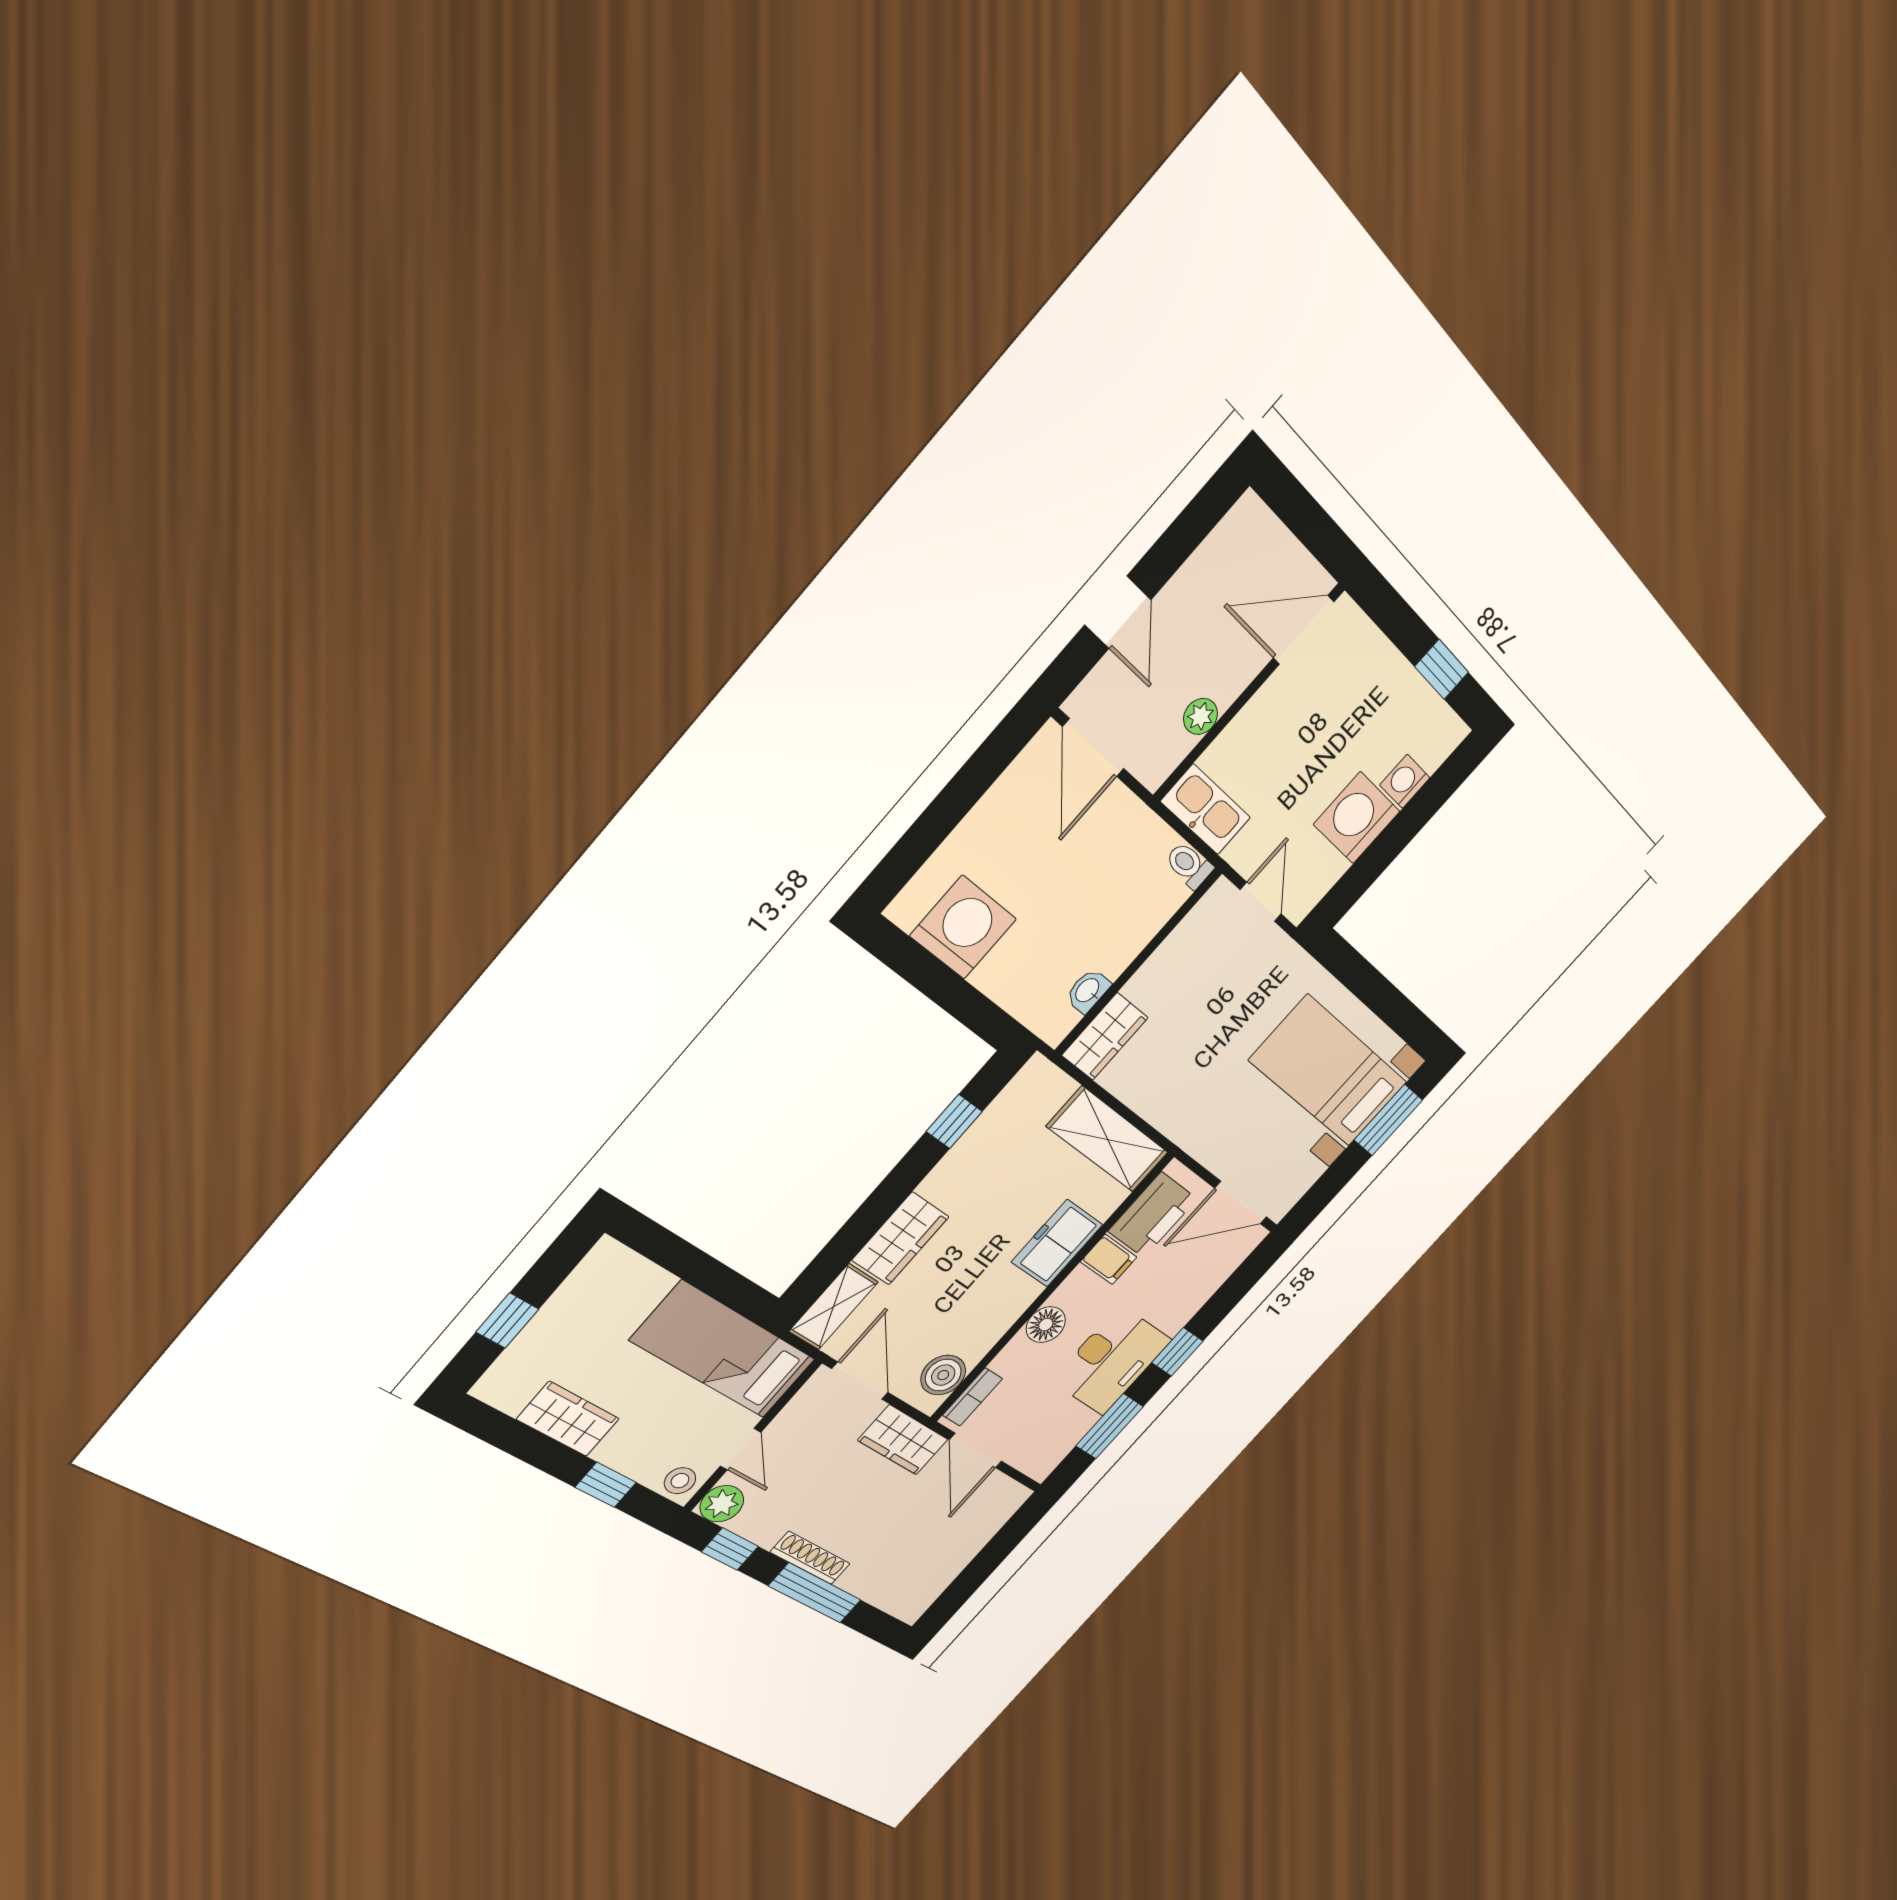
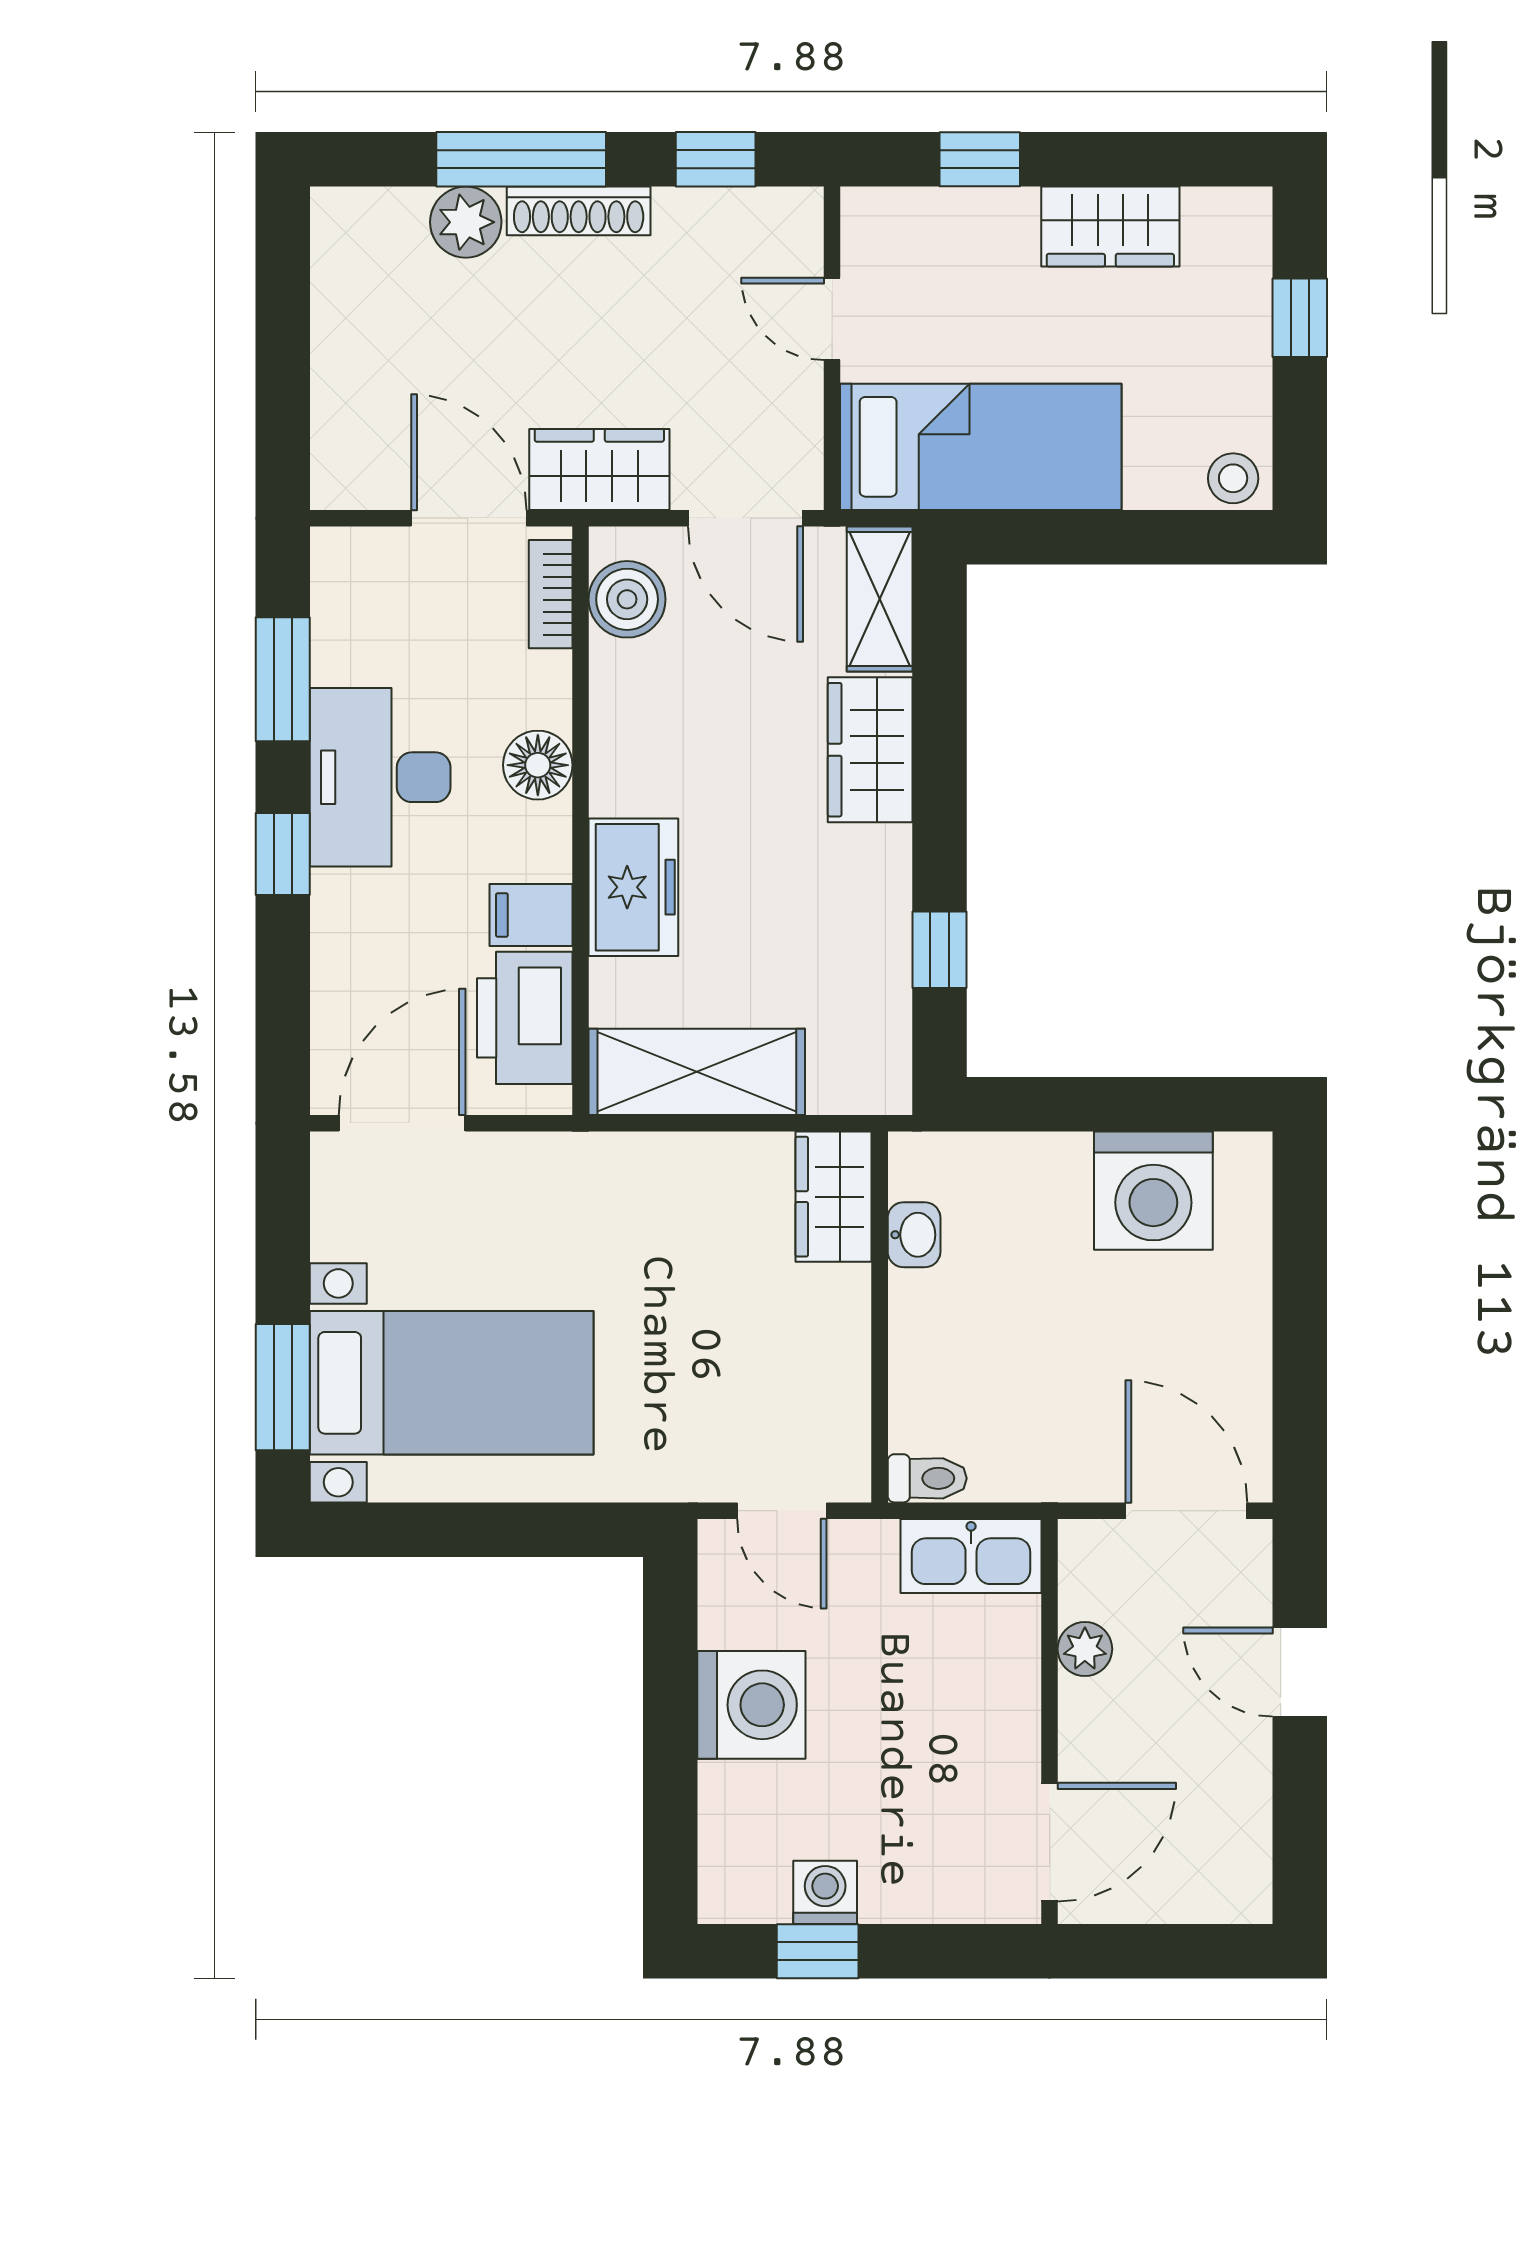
washing machine: (1405, 781) -> (825, 1892), moved, turned -90
stool: (680, 1481) -> (1233, 478), moved
plant: (722, 1504) -> (466, 222), moved

